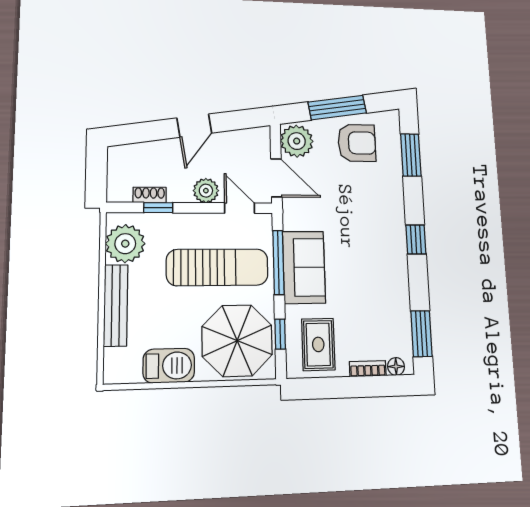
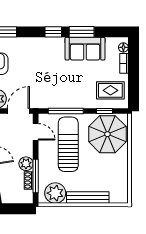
plant: (206, 191) -> (26, 164), moved
window: (158, 208) -> (36, 176), width x2.17
door: (240, 208) -> (36, 132), swing flipped
sofa: (304, 267) -> (85, 49), moved, turned 180
window: (421, 334) -> (82, 32), moved
barbecue: (169, 366) -> (119, 170), removed

